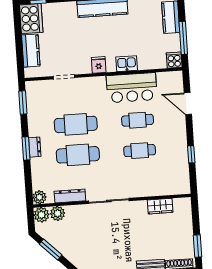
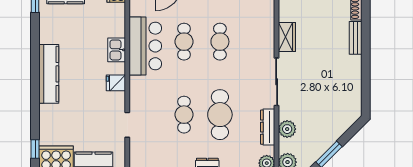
cafe table: (76, 124) -> (184, 115), width x0.73, depth x0.74
wardrobe: (160, 206) -> (287, 37), moved
plant: (58, 213) -> (287, 129), moved

